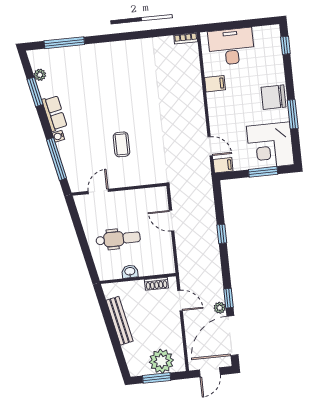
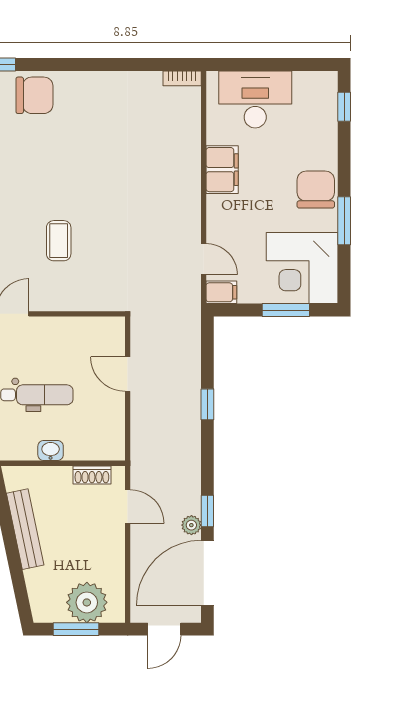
chair: (98, 58) -> (34, 95), added
filing cabinet: (215, 84) -> (222, 170), width x2.00
chair: (274, 97) -> (316, 190), turned 90

